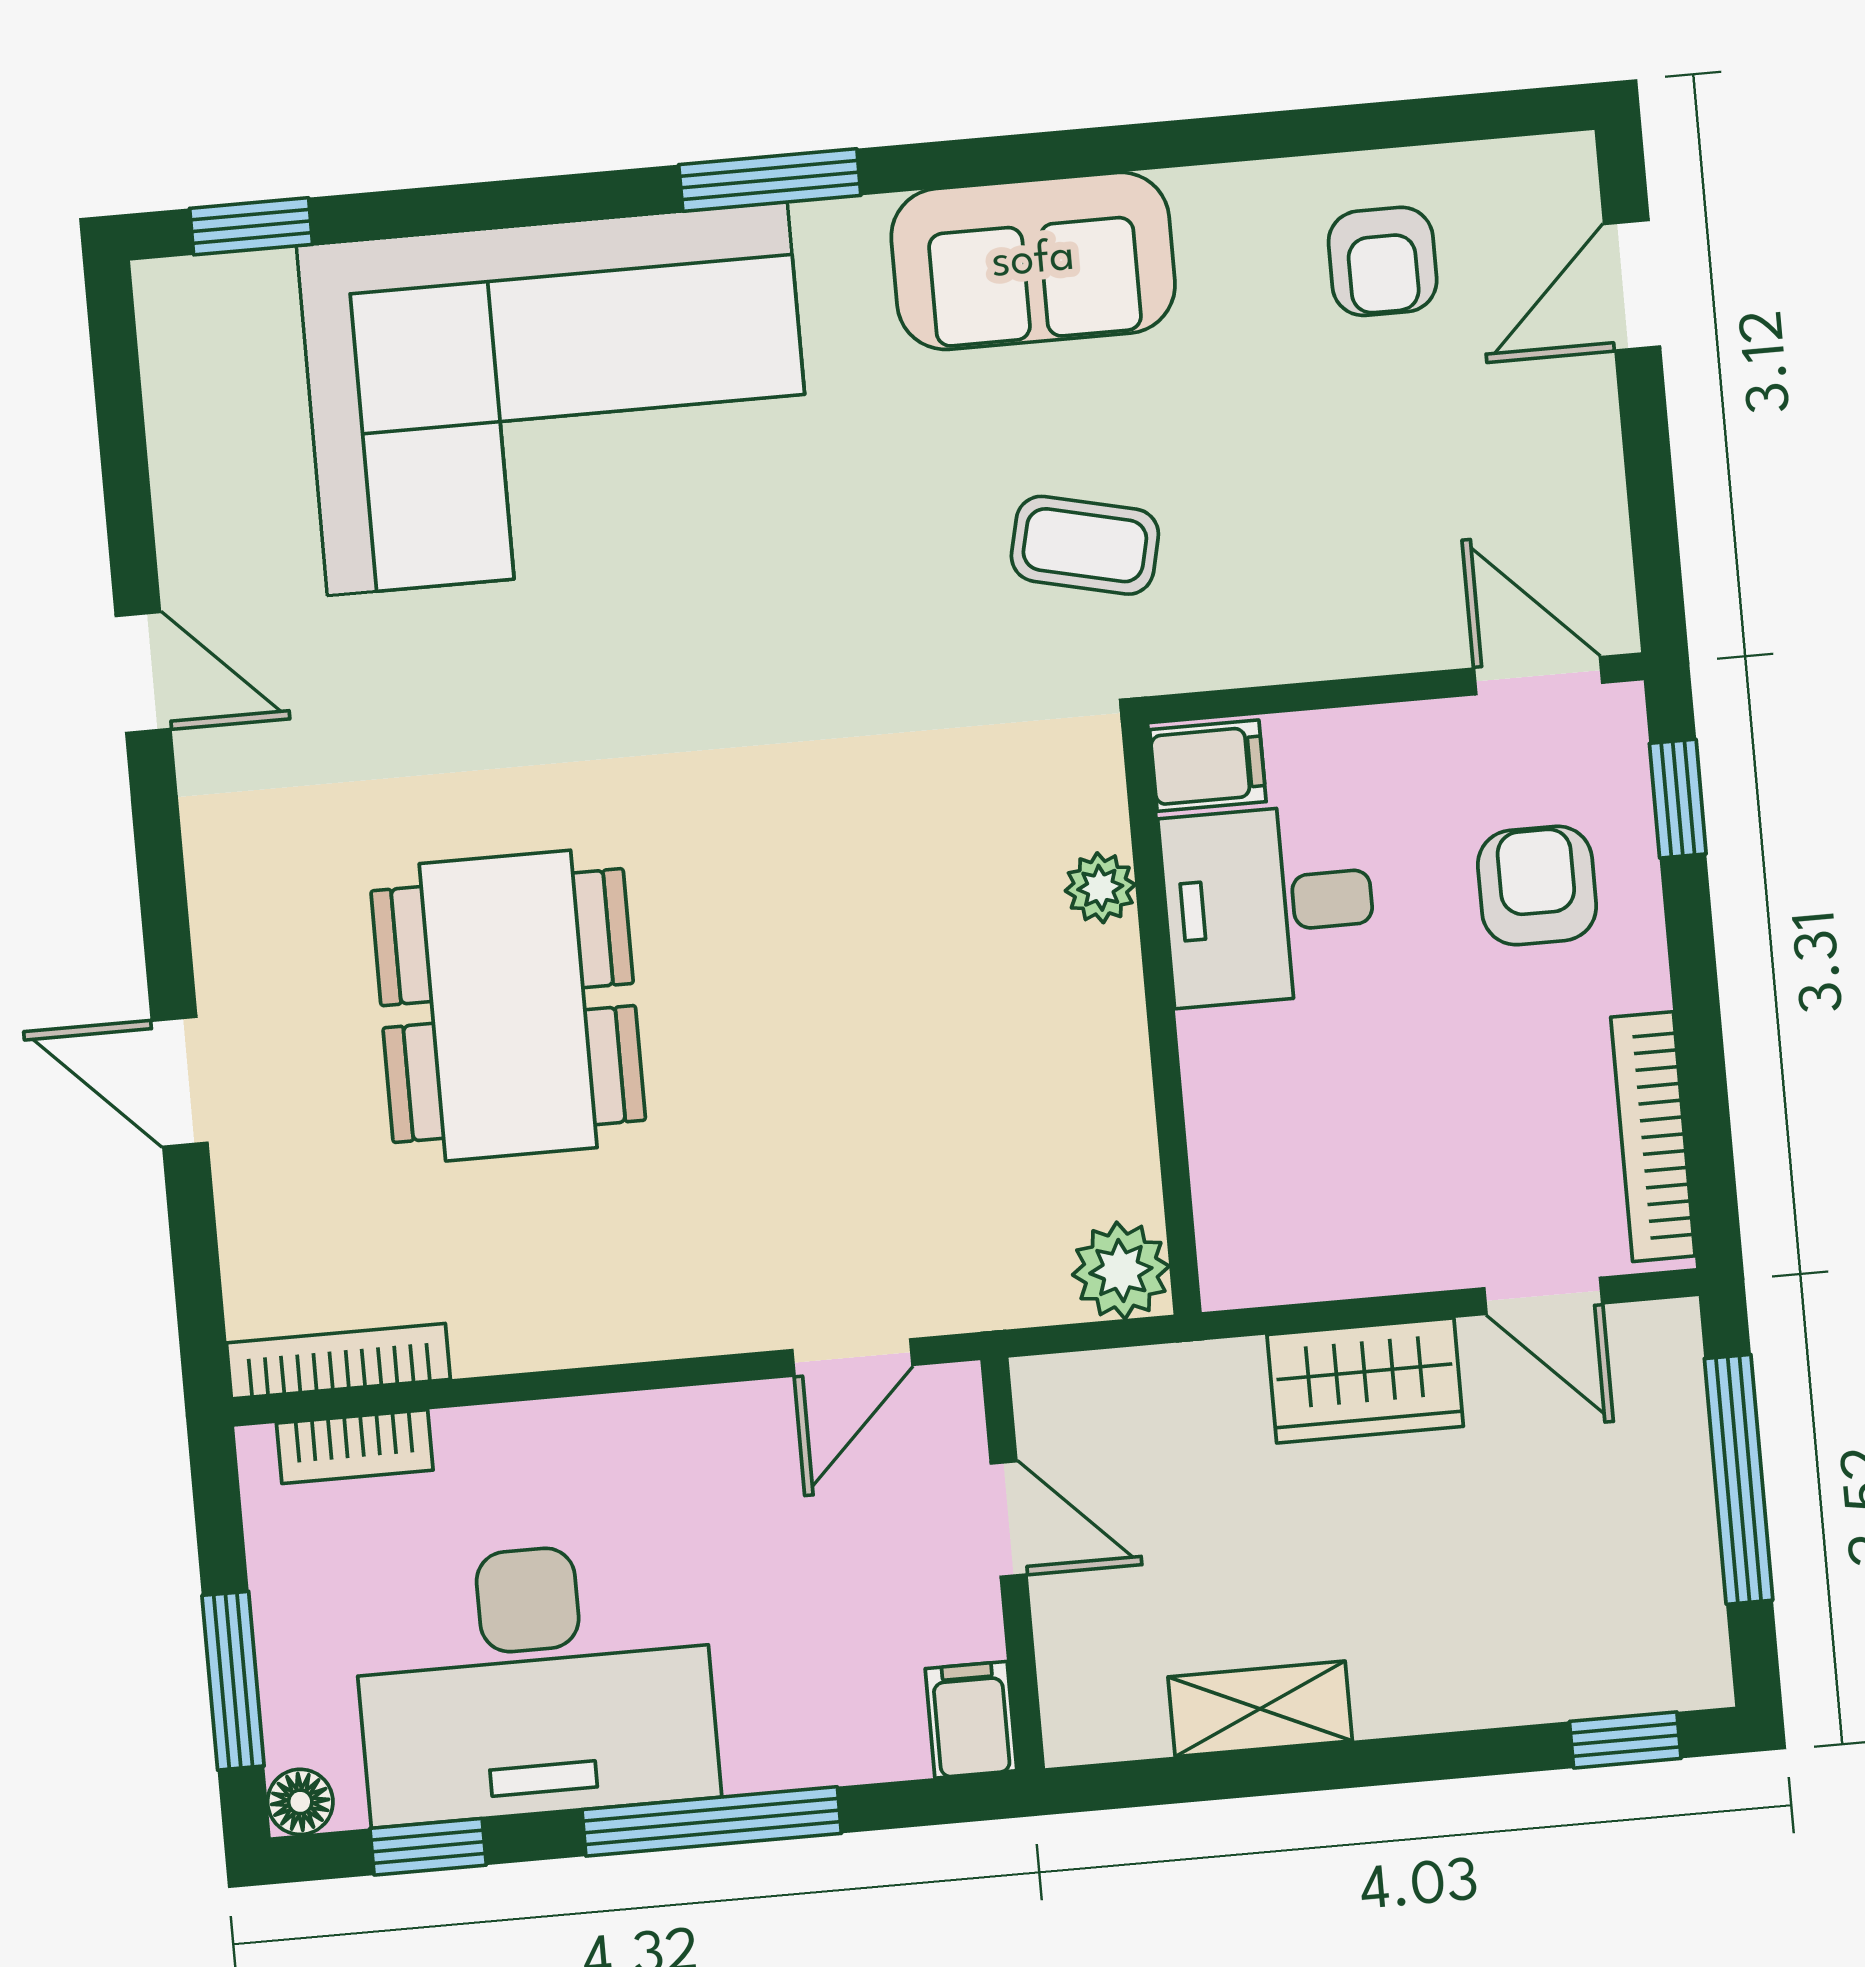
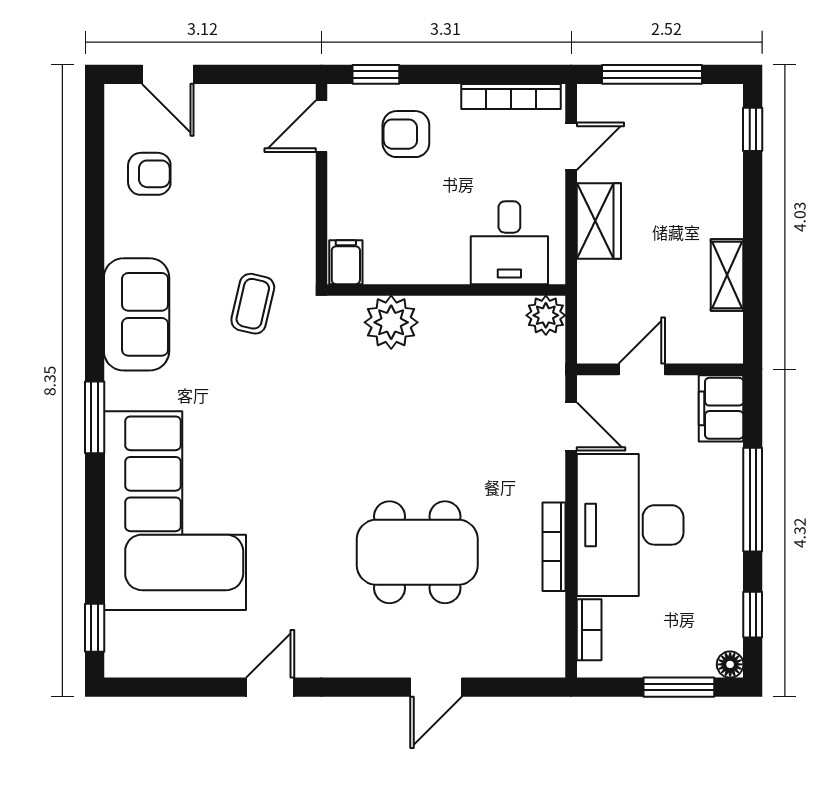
plant: (1100, 888) -> (391, 322), width x1.88, depth x1.88
desk: (1269, 905) -> (509, 243), moved
bookcase: (338, 1361) -> (554, 547), moved
desk: (535, 1681) -> (630, 525), moved, turned 180
filing cabinet: (971, 1720) -> (721, 408), width x2.00

